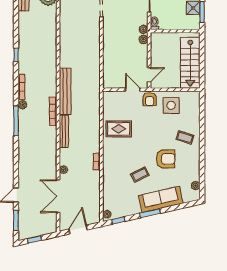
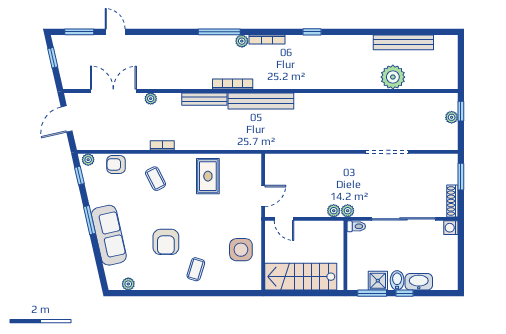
armchair: (150, 99) -> (116, 164), moved
coffee table: (140, 175) -> (156, 179), moved
door: (78, 230) -> (67, 119), swing flipped

